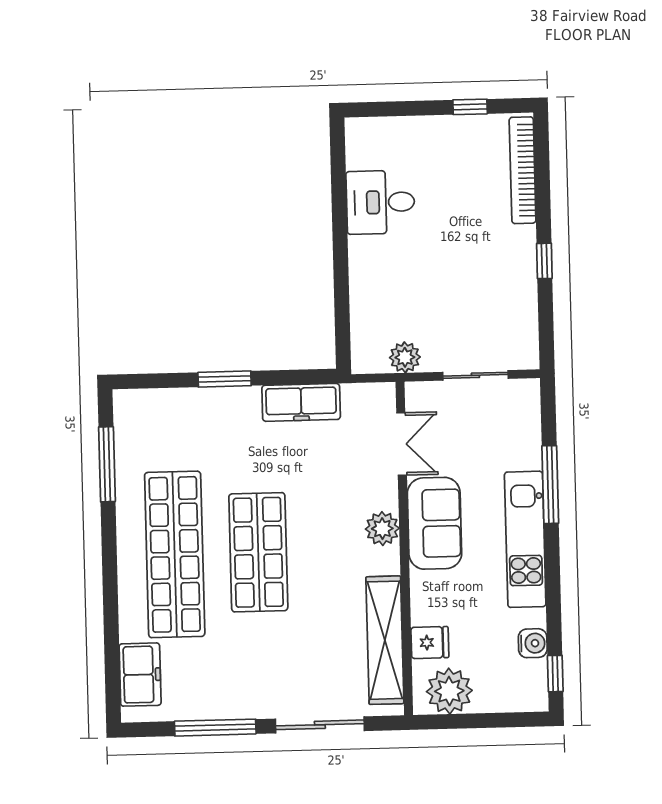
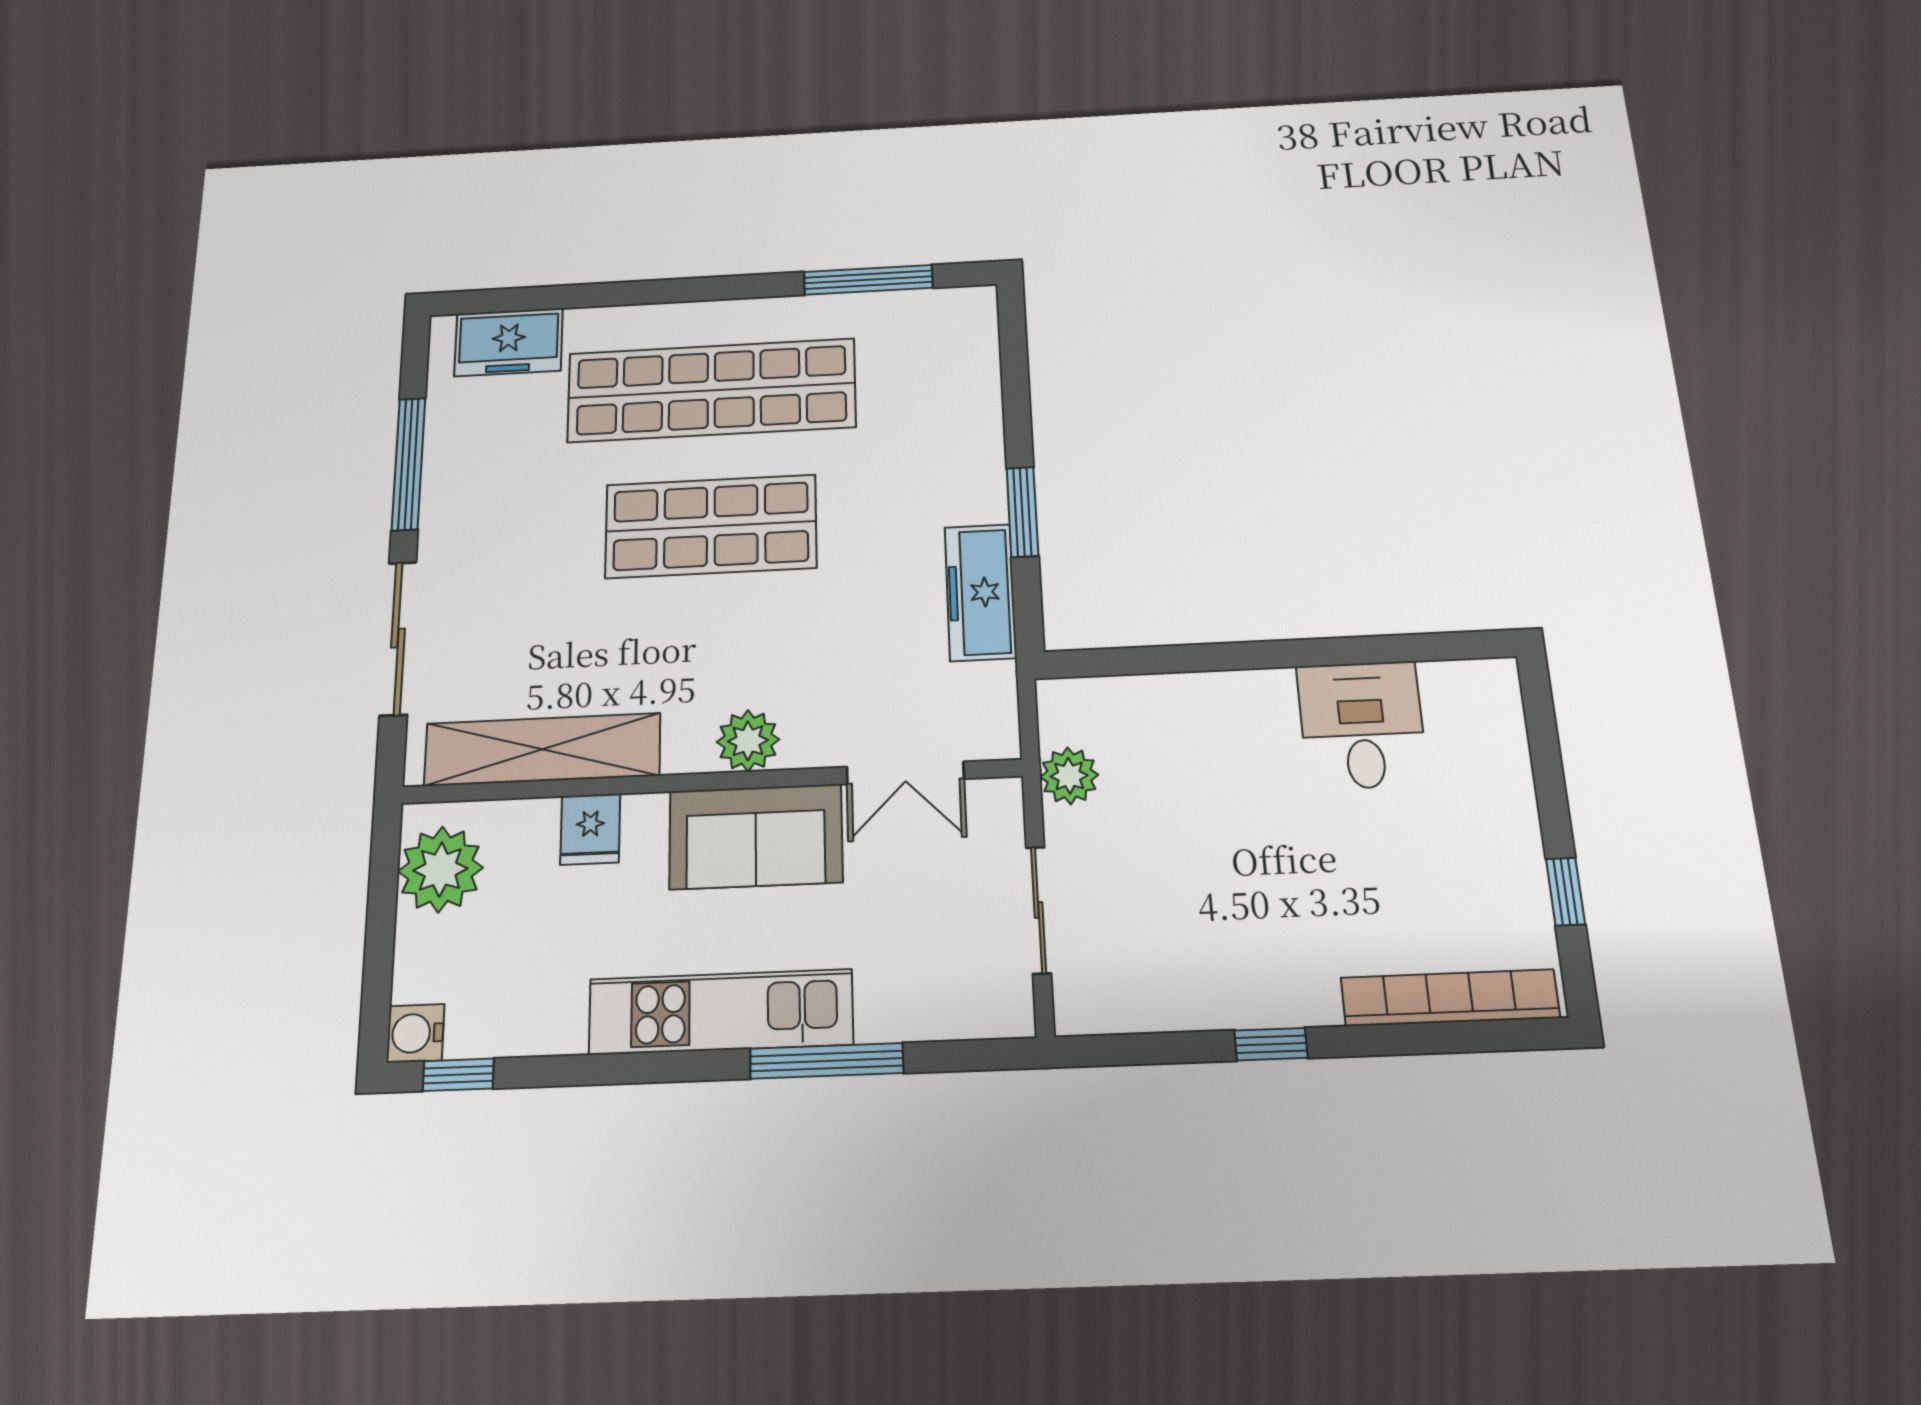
window: (225, 379) -> (1022, 512), moved
fridge: (430, 643) -> (590, 829), moved
water cooler: (533, 643) -> (416, 1033), moved, turned 90

